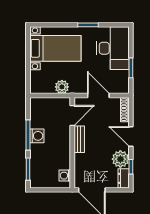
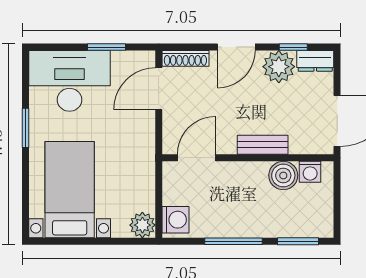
plant: (62, 87) -> (142, 225), moved
door: (98, 95) -> (159, 89), moved
door: (72, 115) -> (197, 158), hinge flipped
washing machine: (37, 136) -> (175, 220), moved, turned 90
bench: (79, 139) -> (263, 145), moved
boiler: (63, 161) -> (283, 175), added

